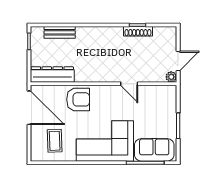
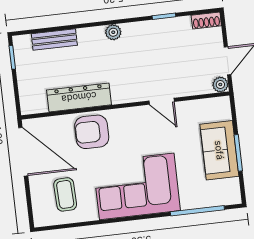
shoe rack: (138, 31) -> (206, 20), moved, width x0.70
plant: (101, 32) -> (113, 32), added
dresser: (52, 75) -> (79, 97), moved
armchair: (78, 99) -> (92, 132), turned 180
sofa: (154, 150) -> (219, 150), moved, turned -90

